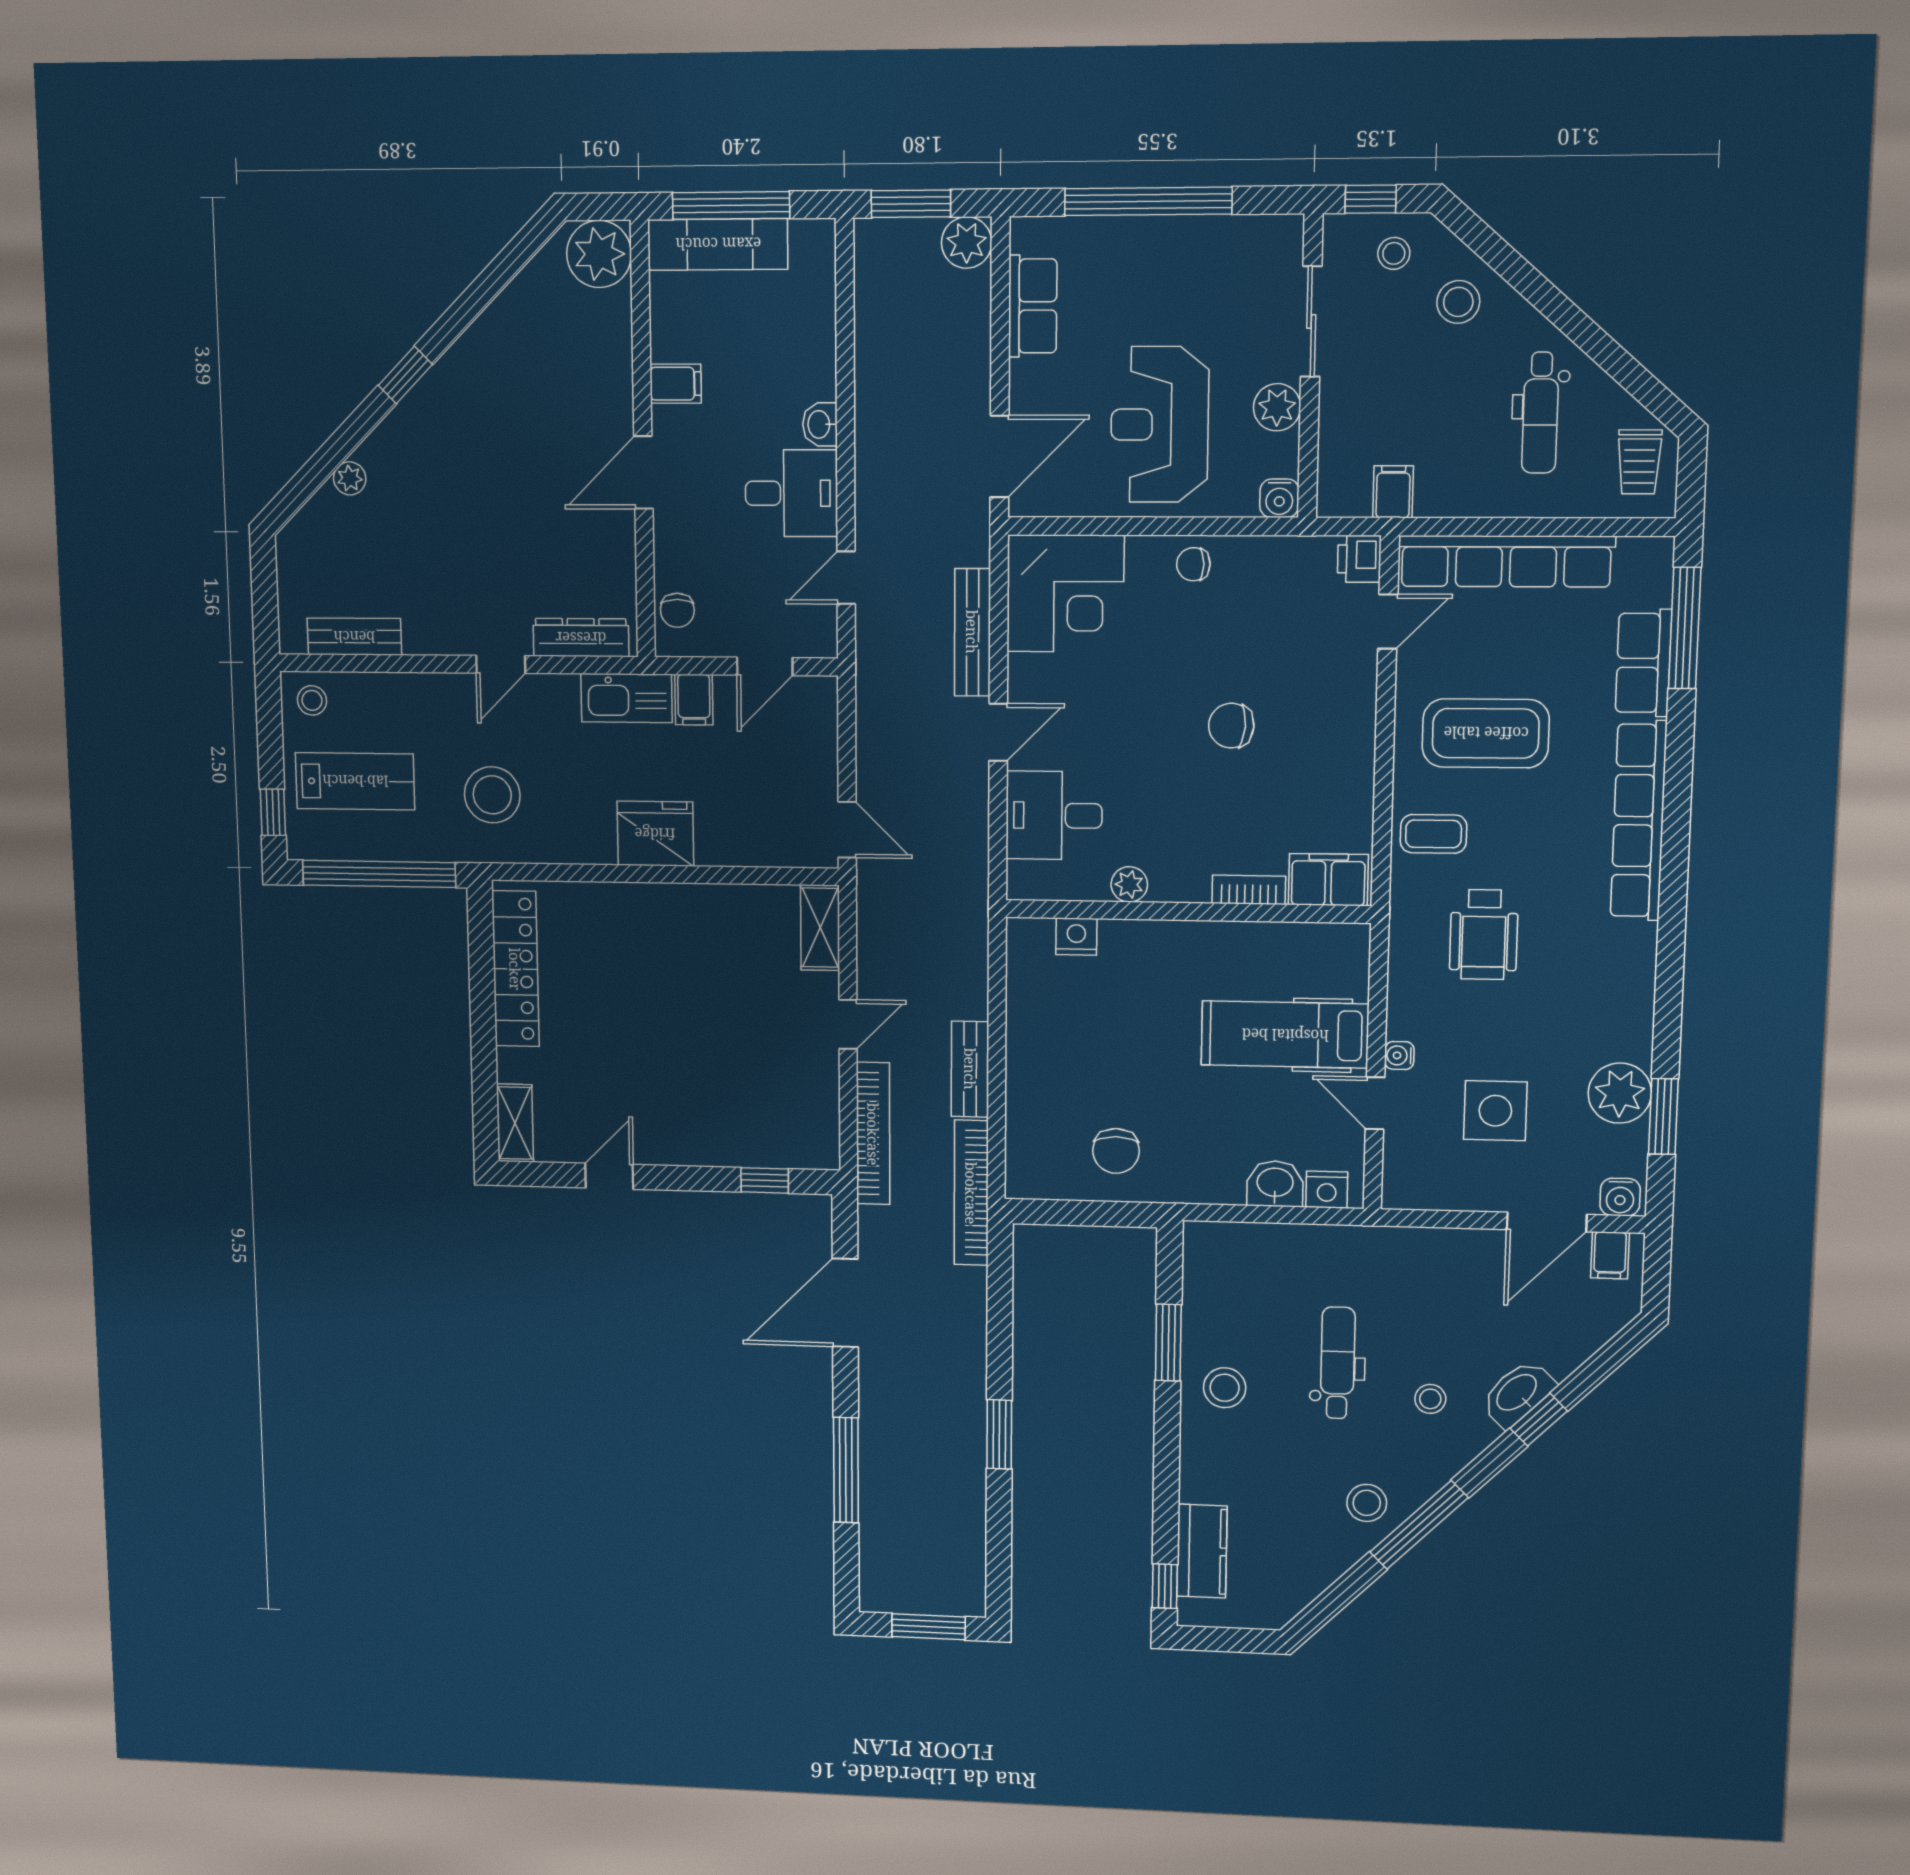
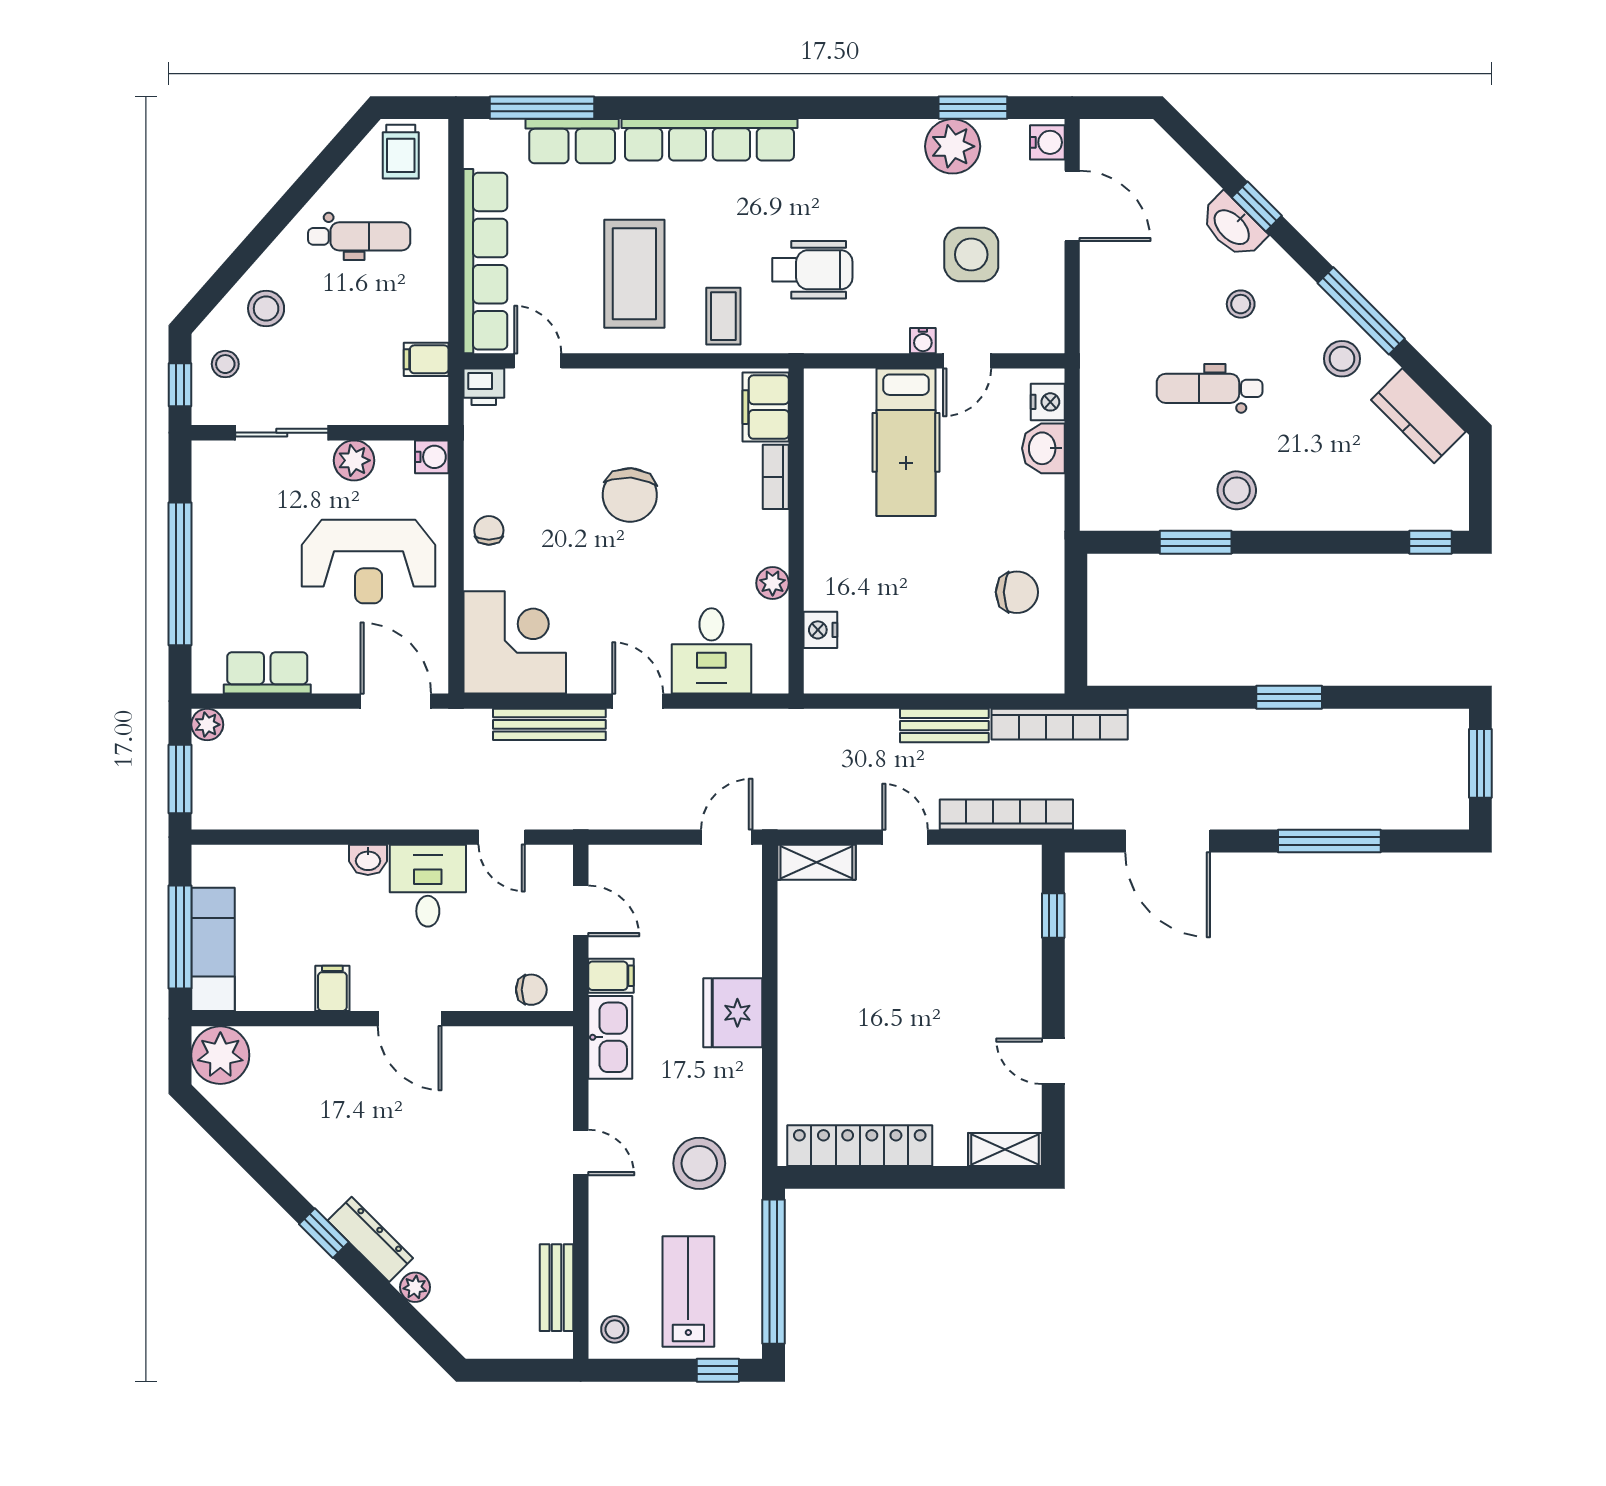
plant: (967, 243) -> (207, 725), width x0.73, depth x0.73
trolley: (1639, 462) -> (401, 152), turned 90
chair: (1193, 564) -> (489, 530), turned 180
dresser: (581, 638) -> (370, 1239), moved, turned 135
chair: (1231, 726) -> (630, 495), width x1.37, depth x1.37
filing cabinet: (1610, 1255) -> (1101, 149), removed
kitchen counter: (1202, 1551) -> (1418, 416), moved, turned -135

